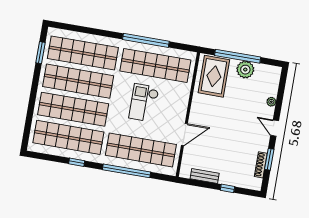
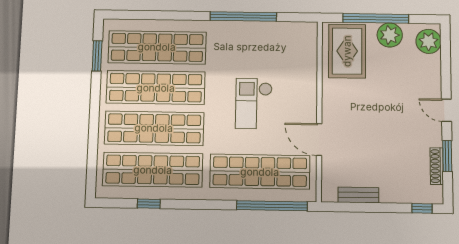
shop shelf: (155, 66) -> (262, 49), removed
plant: (271, 102) -> (429, 41), moved, width x1.87, depth x1.87
door: (184, 134) -> (319, 140), swing flipped
window: (77, 162) -> (149, 204), moved
window: (126, 171) -> (272, 206), moved
window: (227, 188) -> (422, 208), moved

